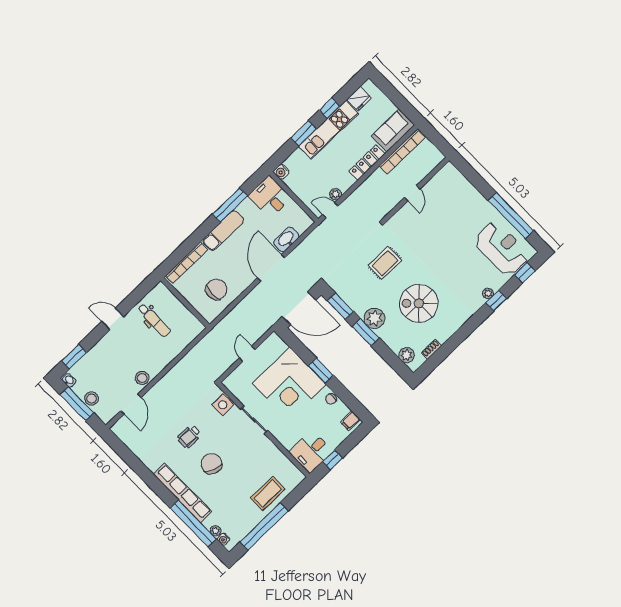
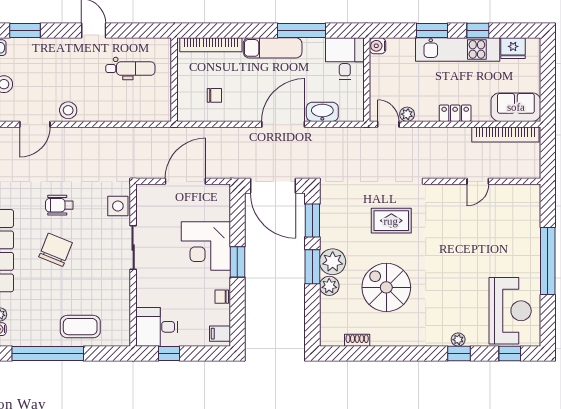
locker: (367, 162) -> (455, 113), width x0.66
window: (511, 216) -> (548, 261), moved
chair: (216, 289) -> (214, 95), width x0.54, depth x0.54
dental chair: (154, 320) -> (130, 69), turned -90
door: (247, 354) -> (185, 181), width x1.88
plant: (406, 355) -> (329, 286), moved
corner desk: (289, 384) -> (206, 246), width x0.74, depth x0.74

